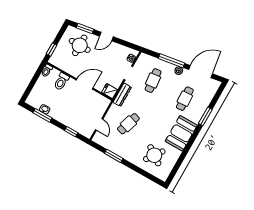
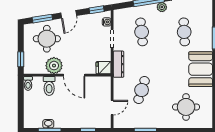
window: (129, 45) -> (97, 10), added
plant: (74, 68) -> (54, 66), added
door: (85, 84) -> (74, 75), swing flipped
door: (99, 124) -> (112, 108), hinge flipped
round table: (154, 155) -> (186, 107), turned -35

